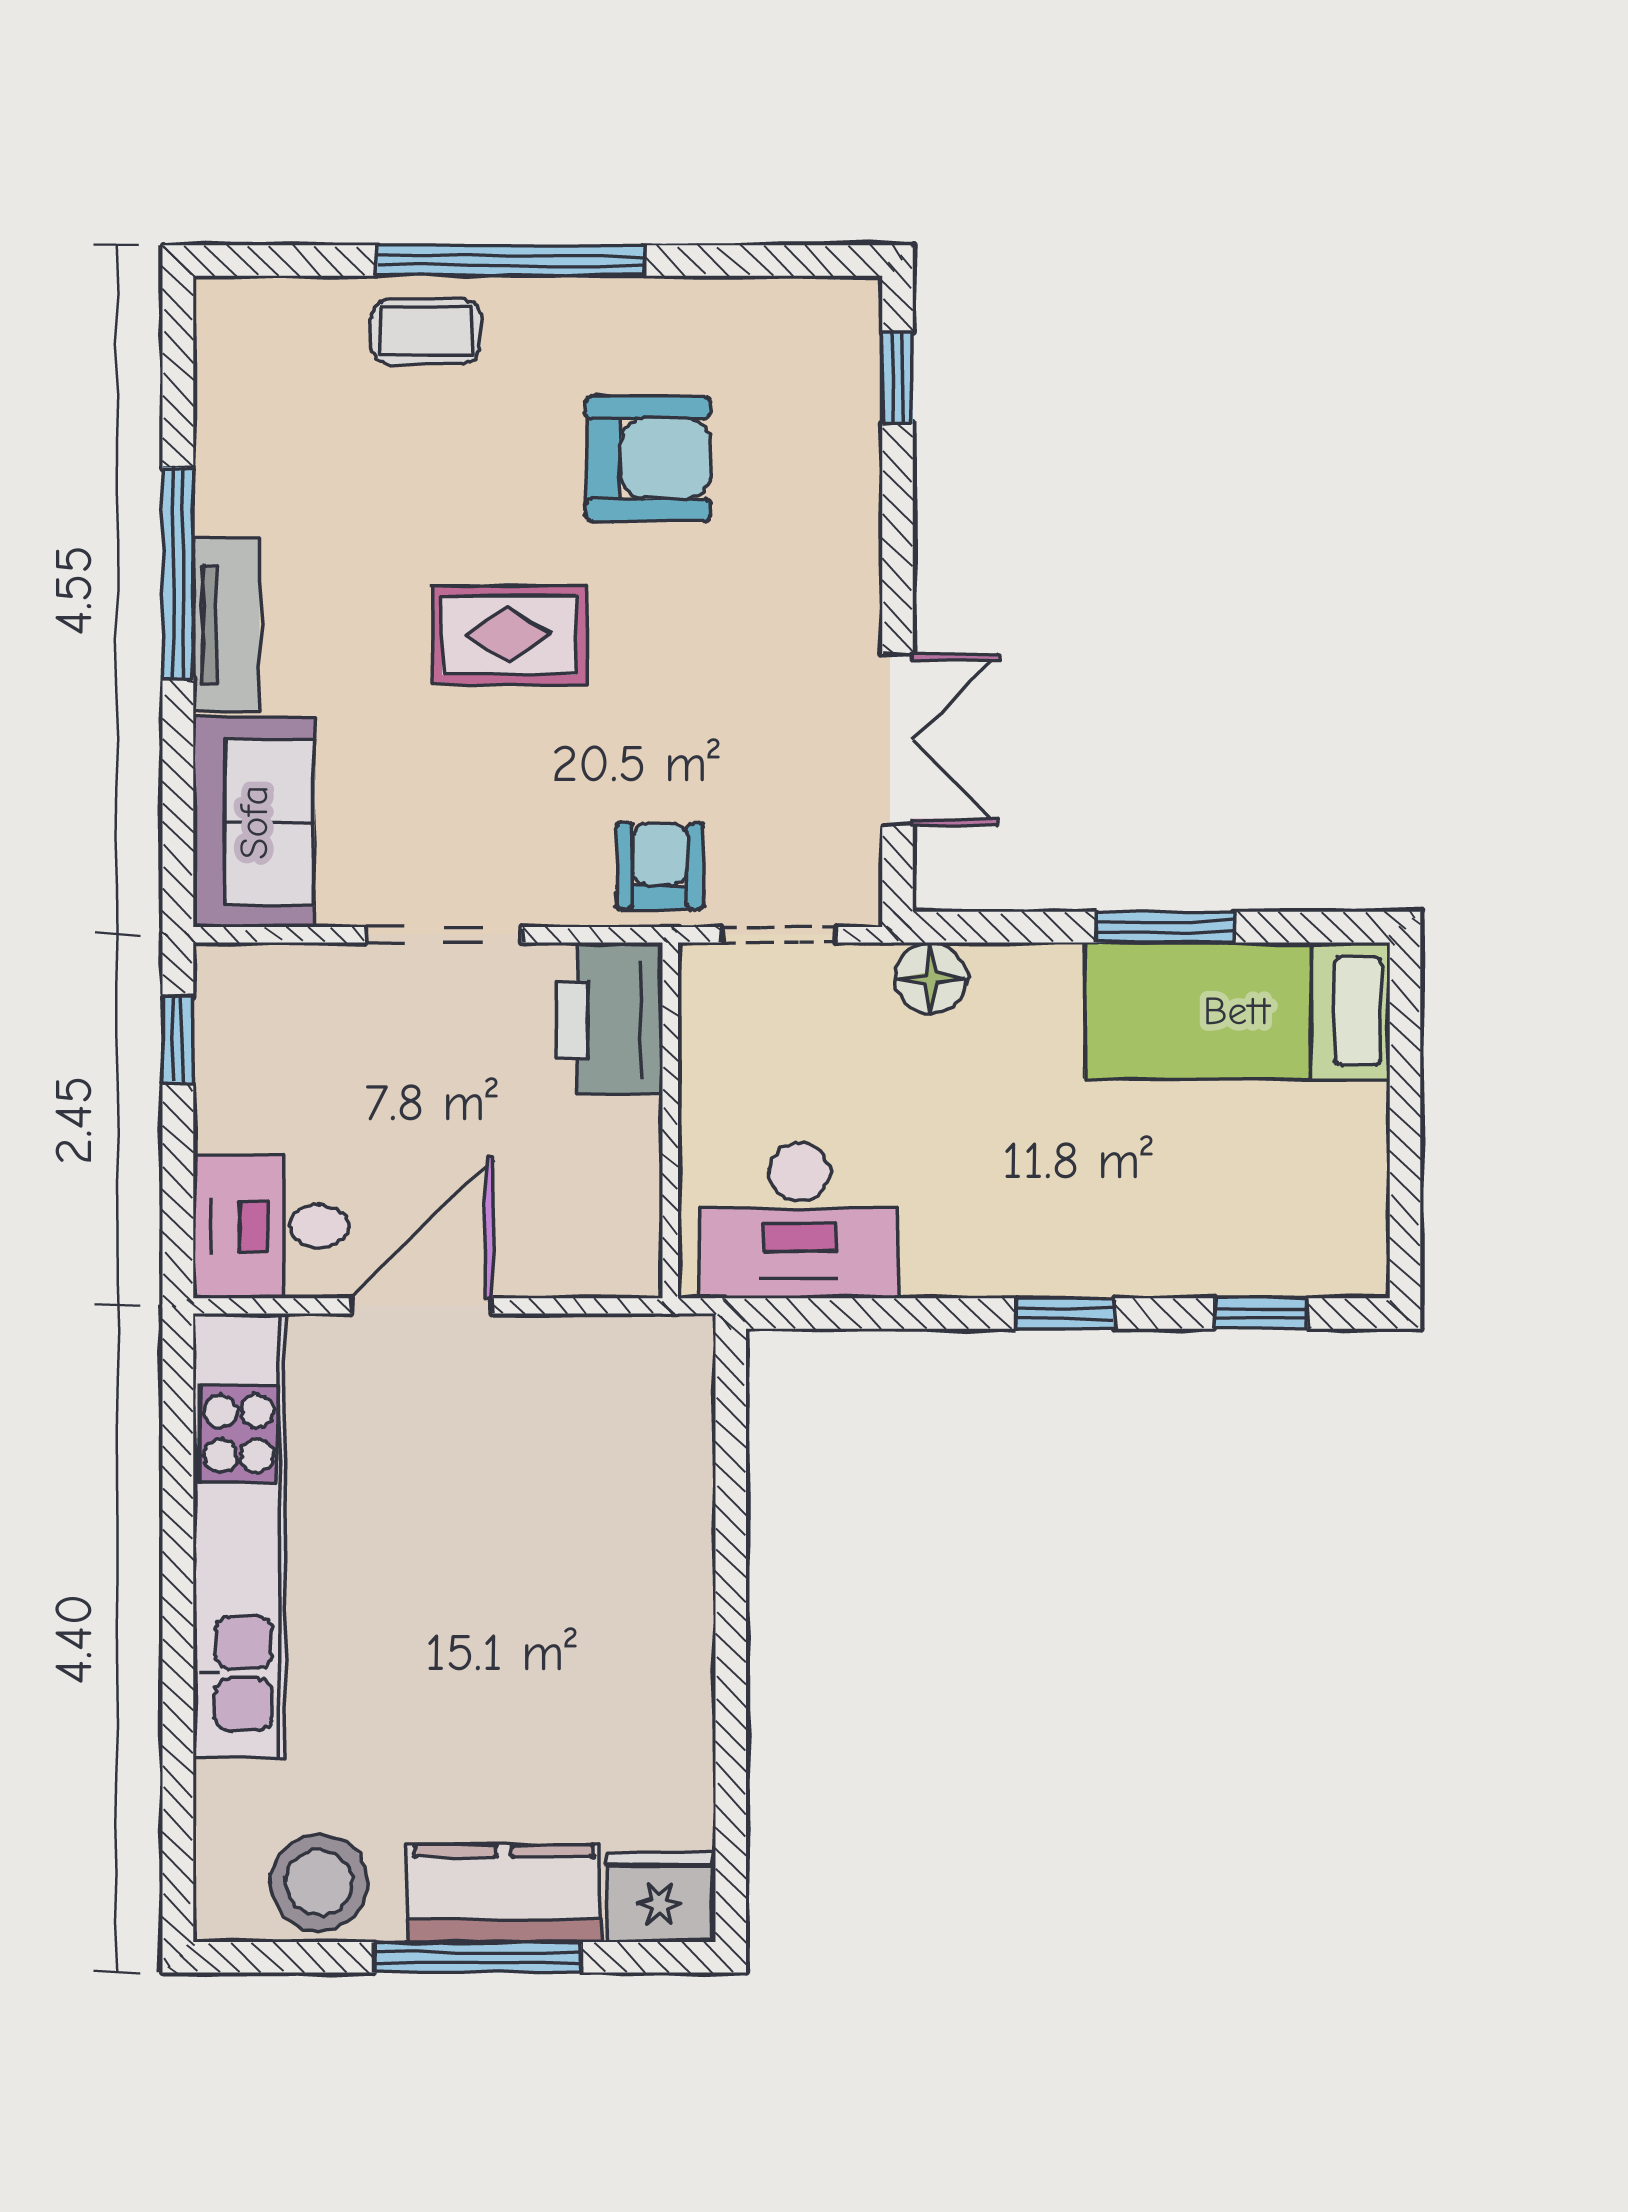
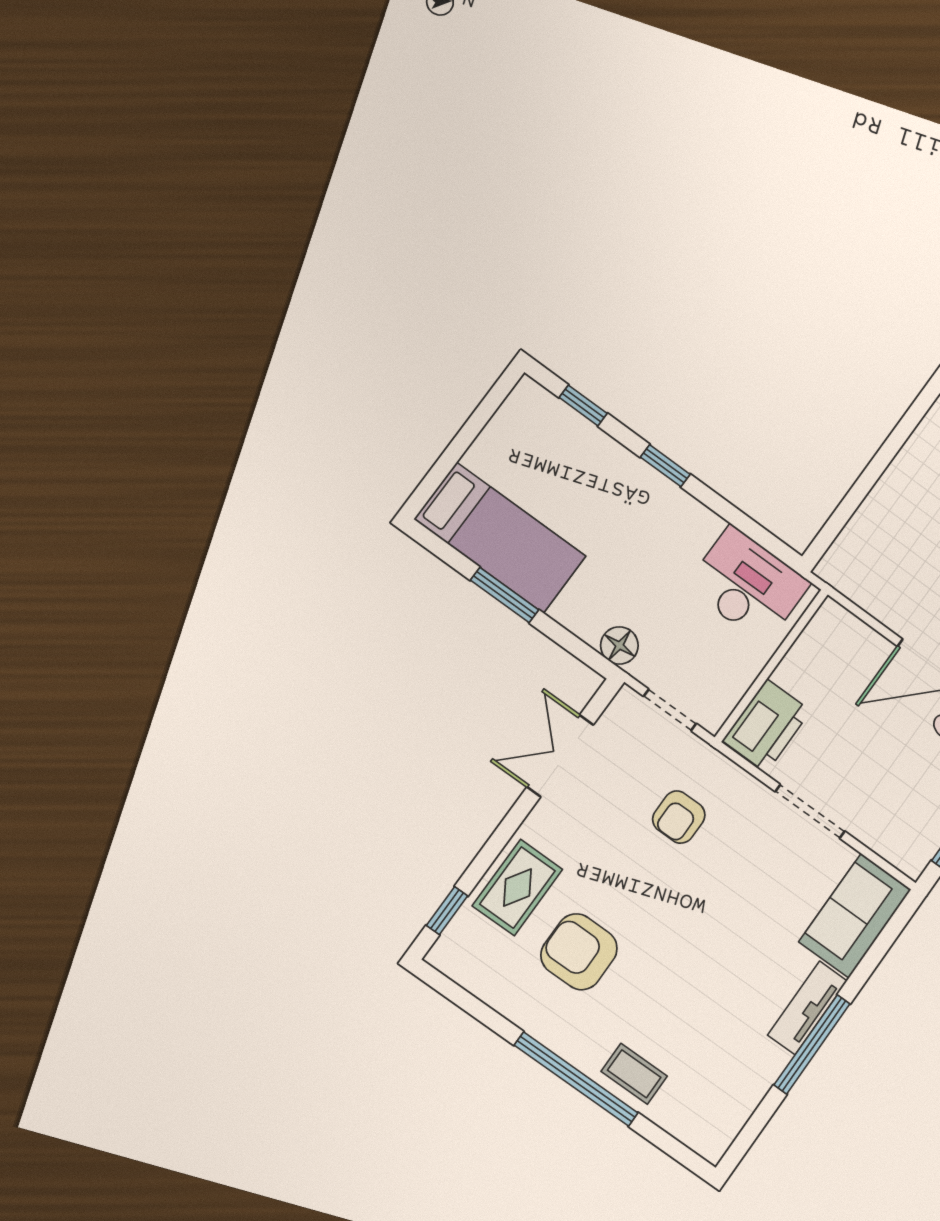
rug: (509, 635) -> (517, 887), moved, turned 90
armchair: (660, 866) -> (679, 817), moved

